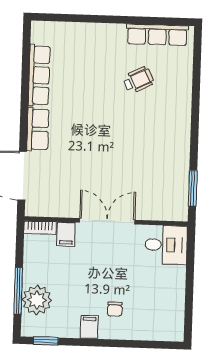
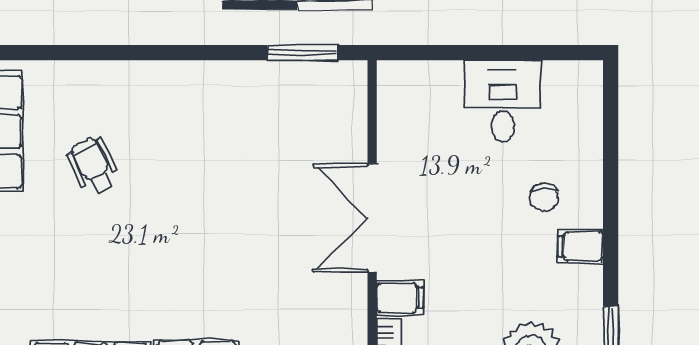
desk: (166, 245) -> (503, 101), moved
chair: (115, 309) -> (544, 197), turned 90

